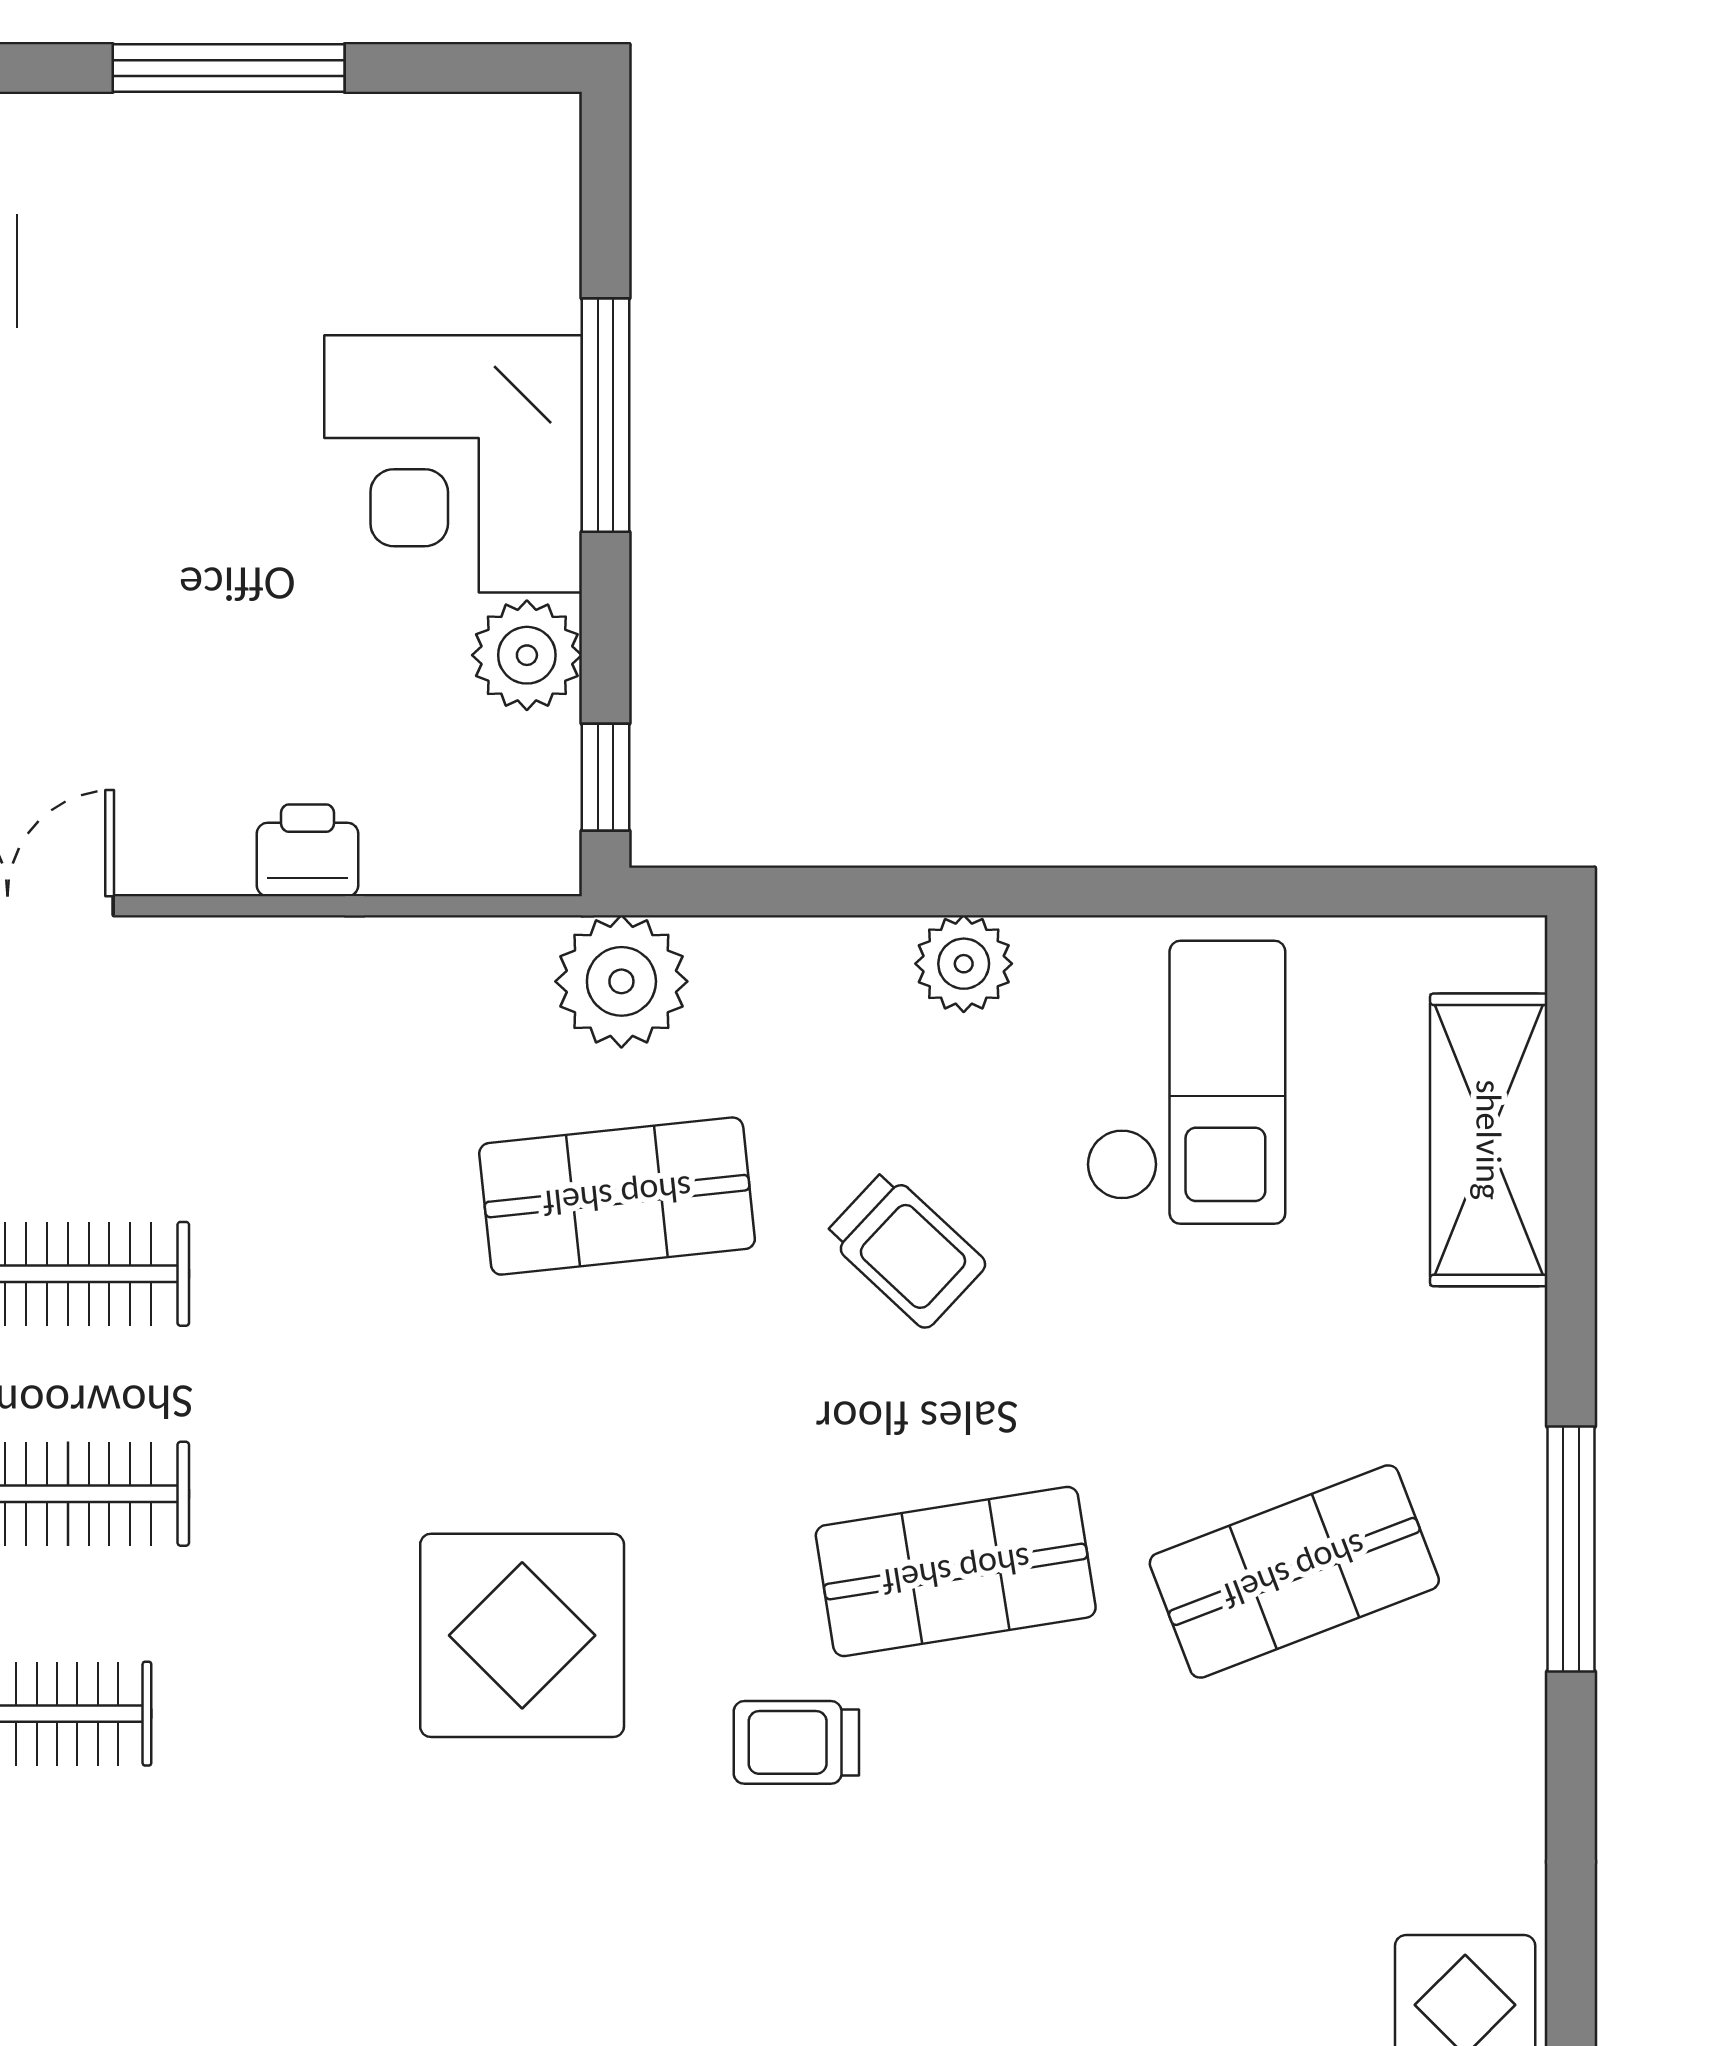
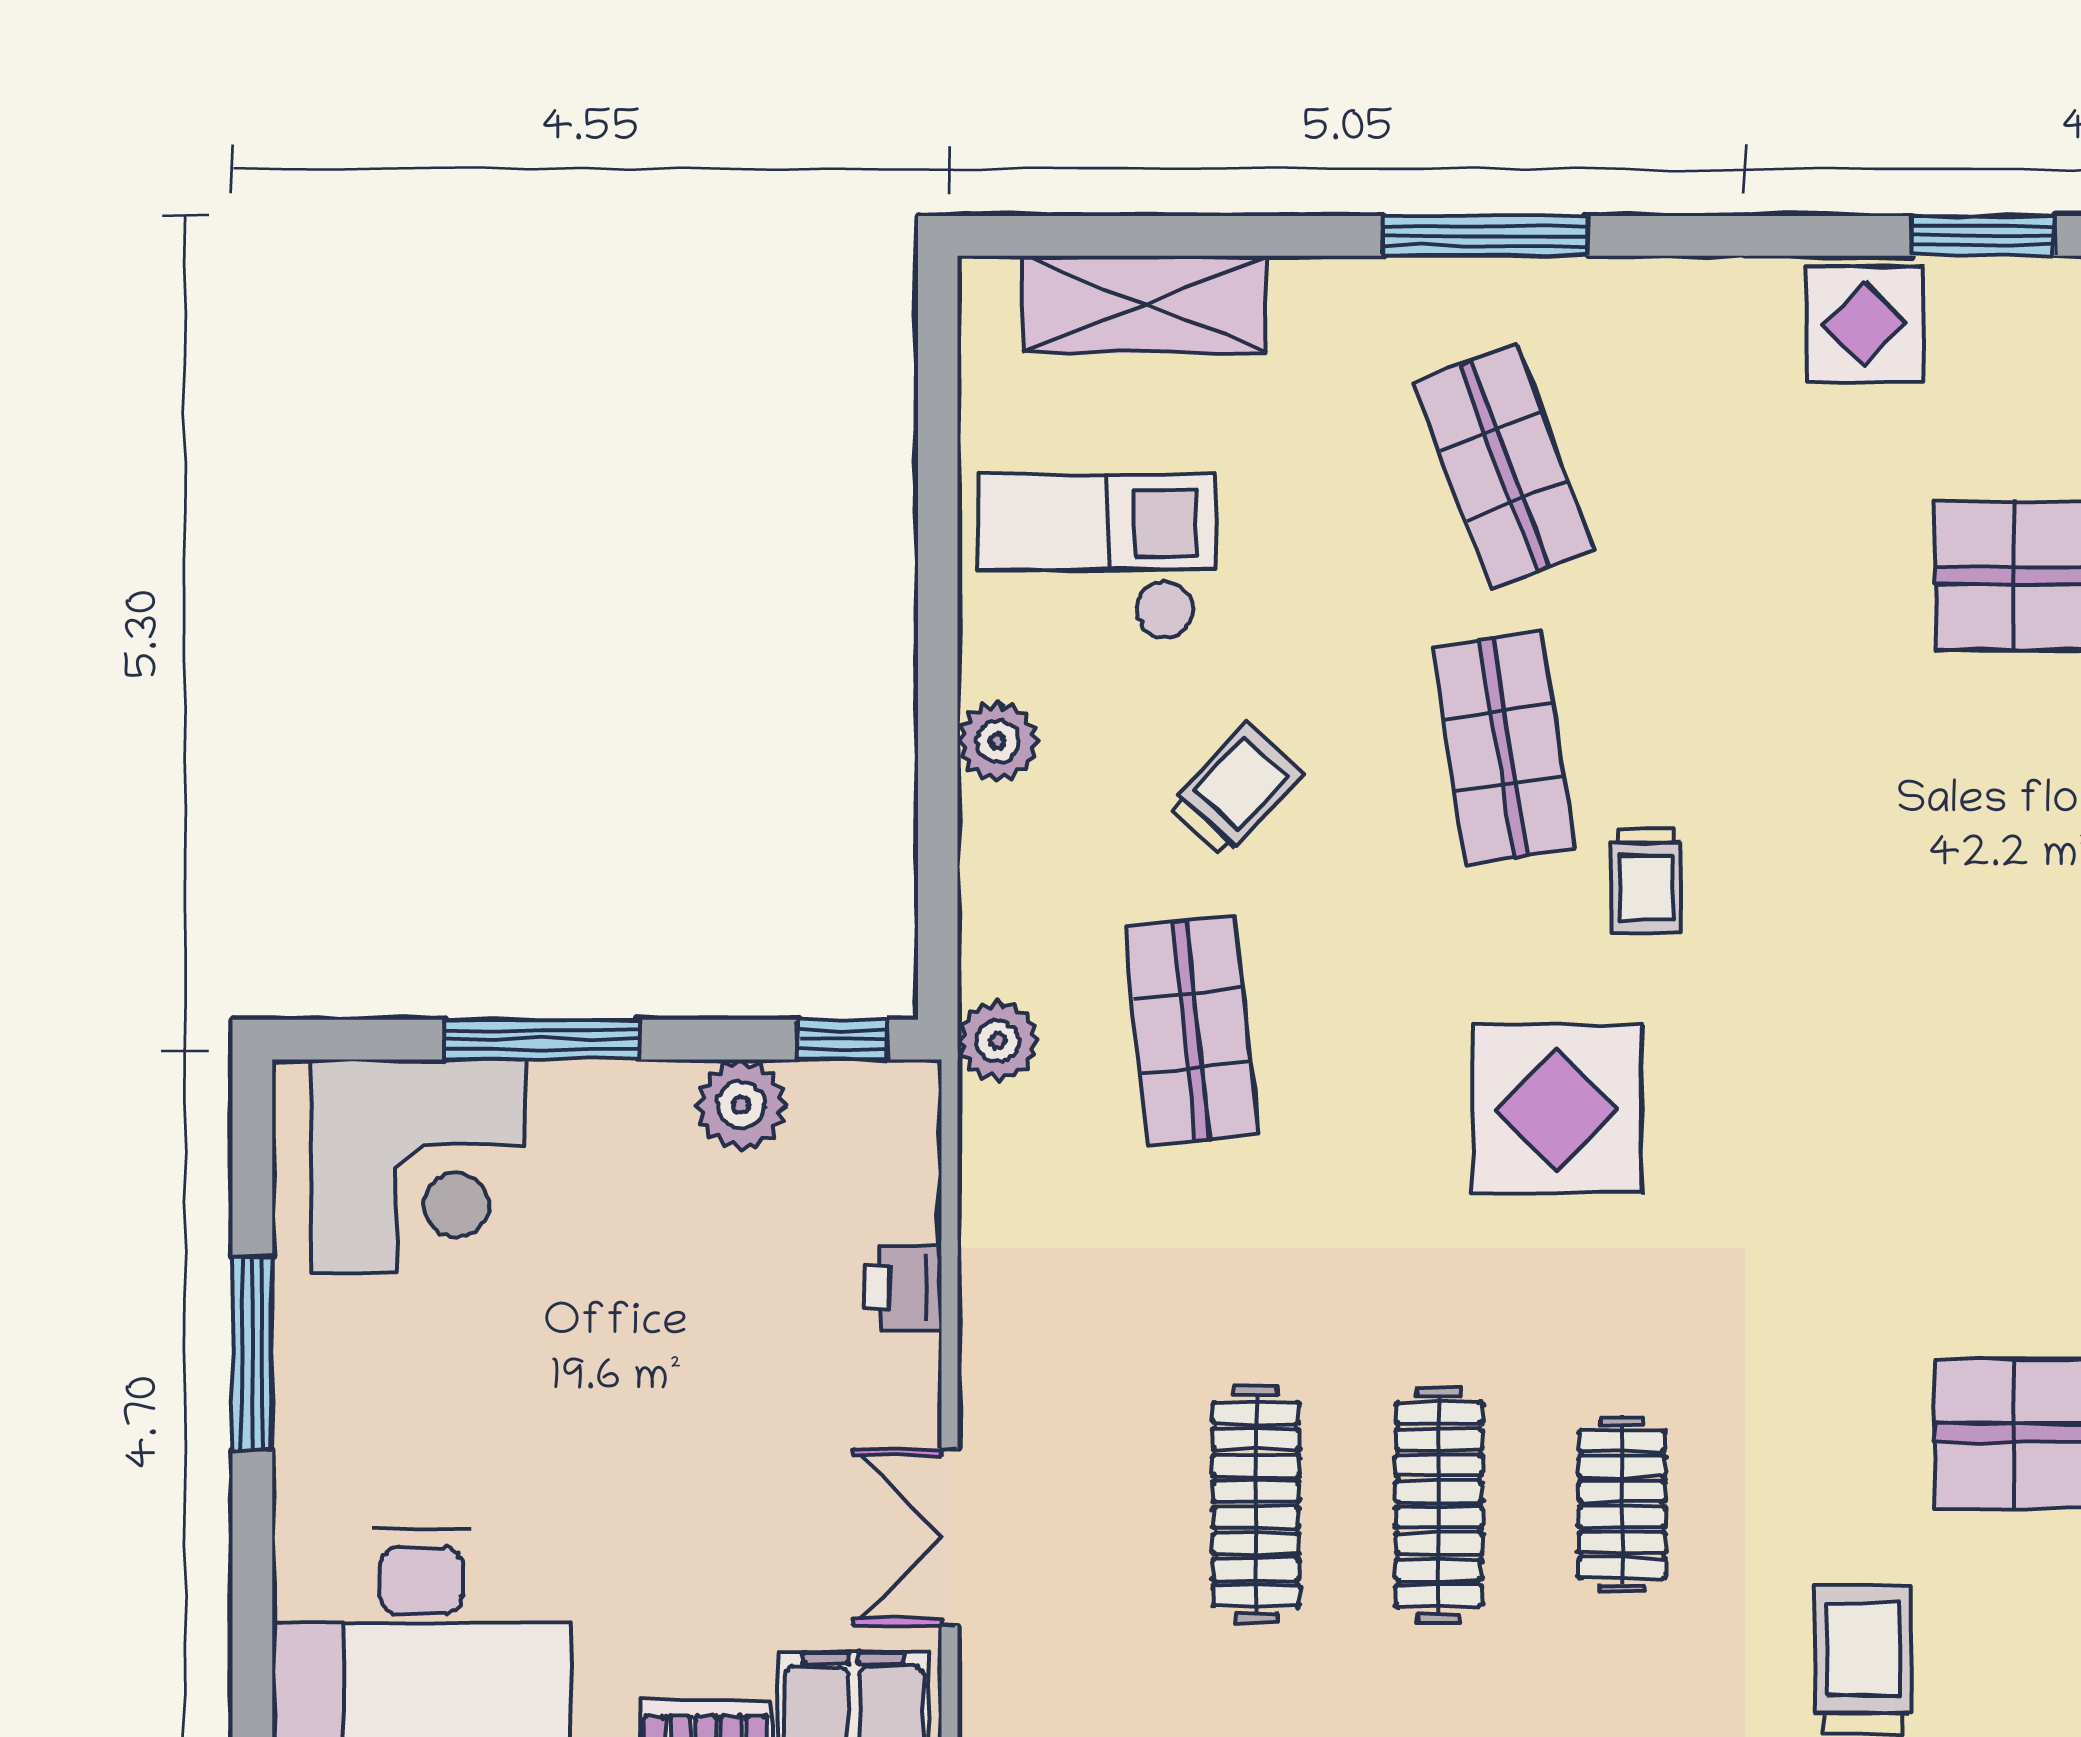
corner desk: (453, 464) -> (418, 1166), moved
plant: (621, 981) -> (998, 1041), width x0.73, depth x0.73

